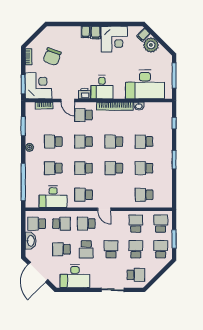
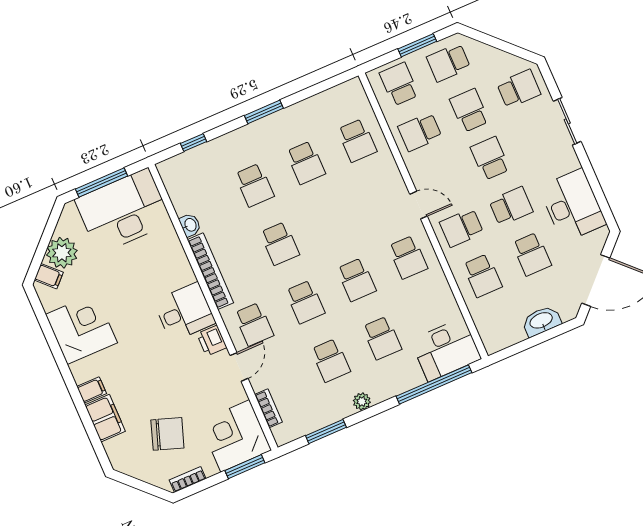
filing cabinet: (96, 32) -> (105, 418), moved, width x2.00
desk: (145, 84) -> (123, 211), moved, turned -90
school desk: (114, 168) -> (331, 221), removed
desk: (53, 197) -> (446, 349), moved, turned 90
door: (104, 209) -> (419, 205), hinge flipped
school desk: (37, 224) -> (503, 323), removed
school desk: (61, 224) -> (482, 276), turned 180
school desk: (86, 224) -> (462, 228), turned 90
school desk: (161, 224) -> (399, 84), turned 90
school desk: (111, 249) -> (490, 158), turned 90
school desk: (136, 249) -> (469, 110), turned 90
school desk: (136, 275) -> (519, 89), turned 90

